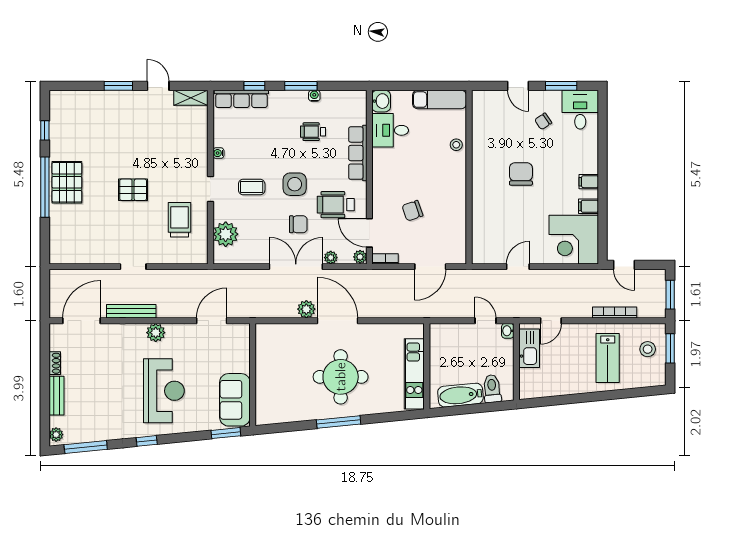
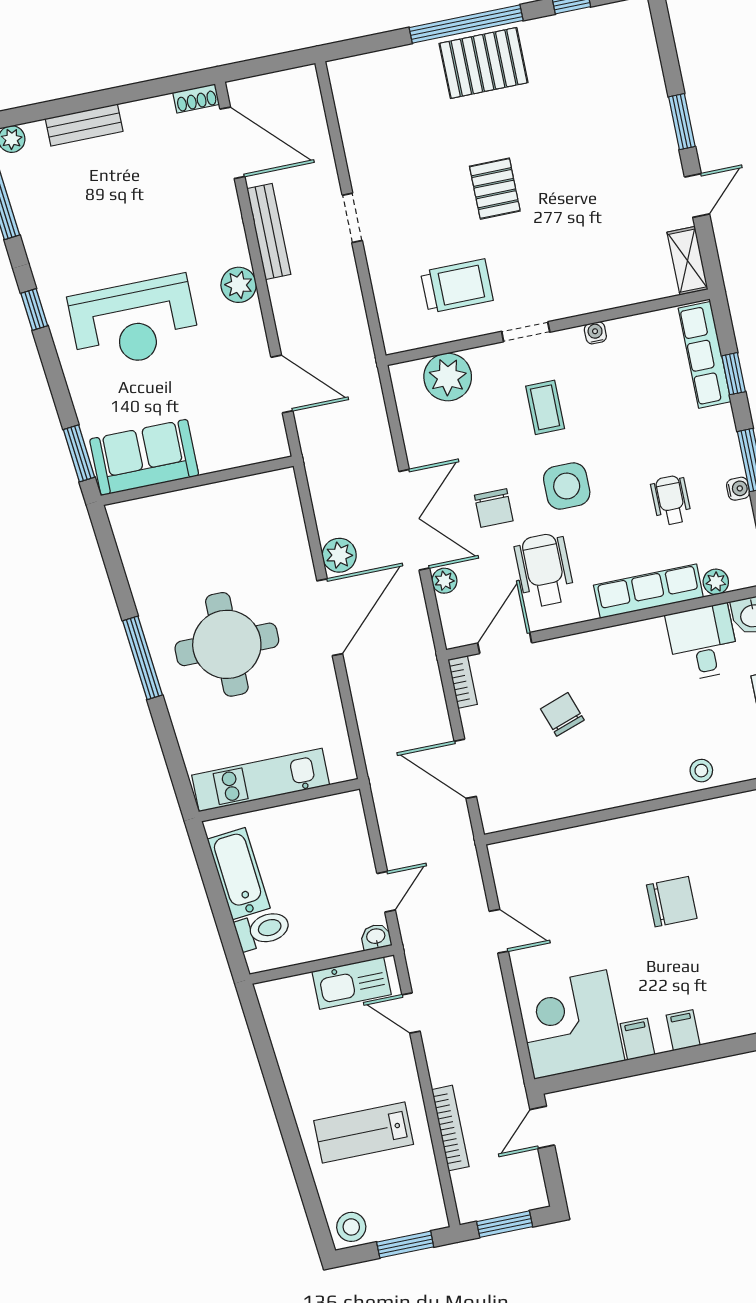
plant: (360, 257) -> (716, 582), moved
stool: (648, 349) -> (351, 1227), moved
shoe rack: (55, 363) -> (196, 98), moved

